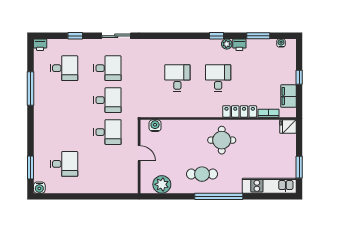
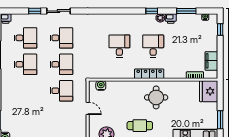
sliding door: (116, 36) -> (58, 11), moved
window: (299, 77) -> (220, 30), moved
locker: (240, 111) -> (149, 74), moved
fridge: (288, 127) -> (209, 91), width x1.88, depth x1.34
desk: (64, 164) -> (25, 64), moved

